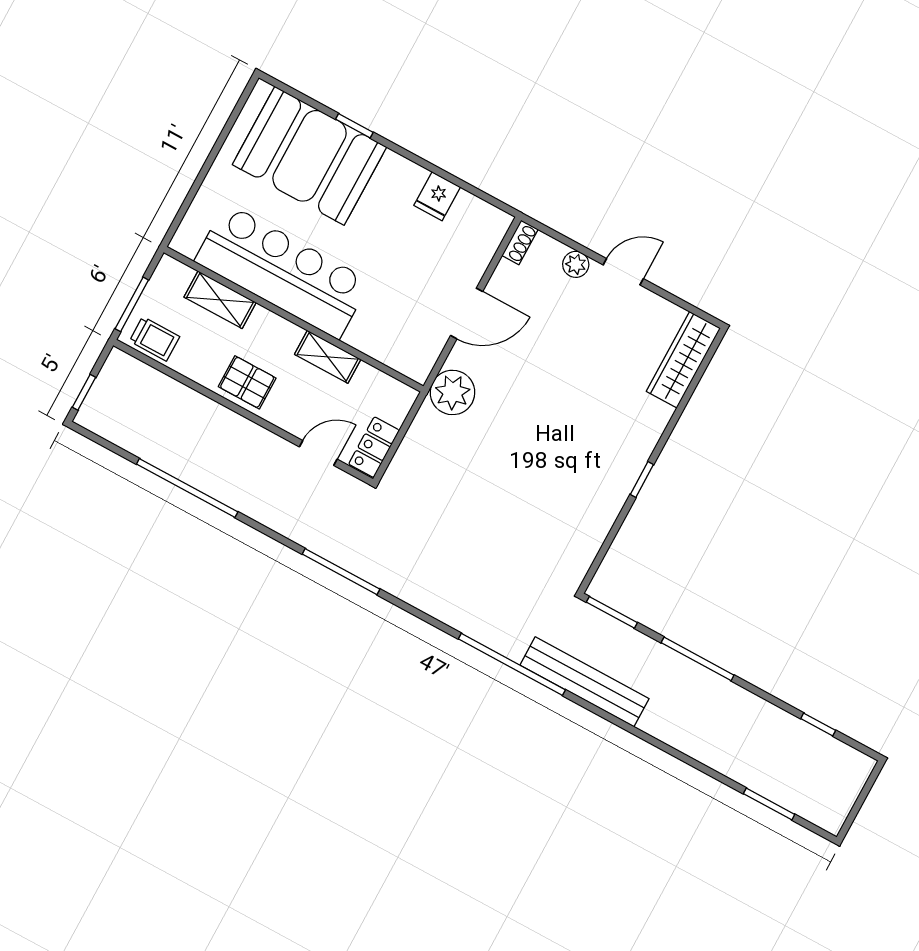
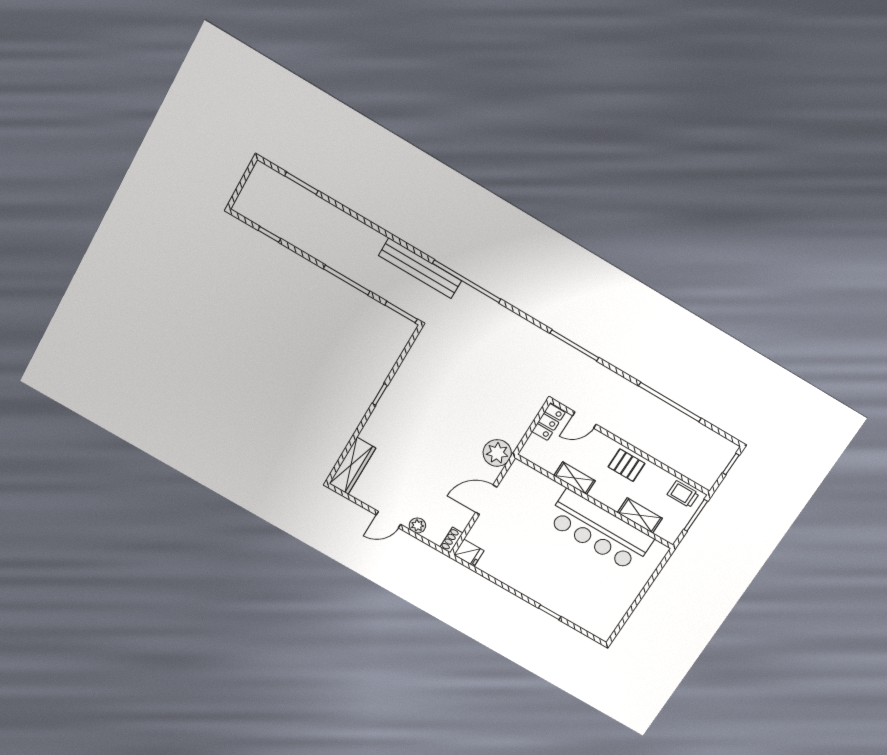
booth: (310, 156) -> (578, 597), removed
fridge: (437, 196) -> (469, 553), moved, turned 90

